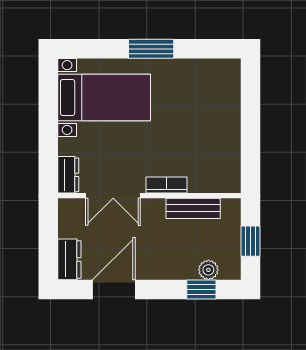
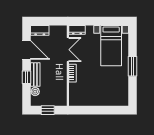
double door: (113, 196) -> (68, 50), swing flipped
bench: (193, 208) -> (35, 74), moved
window: (201, 290) -> (26, 77), moved

